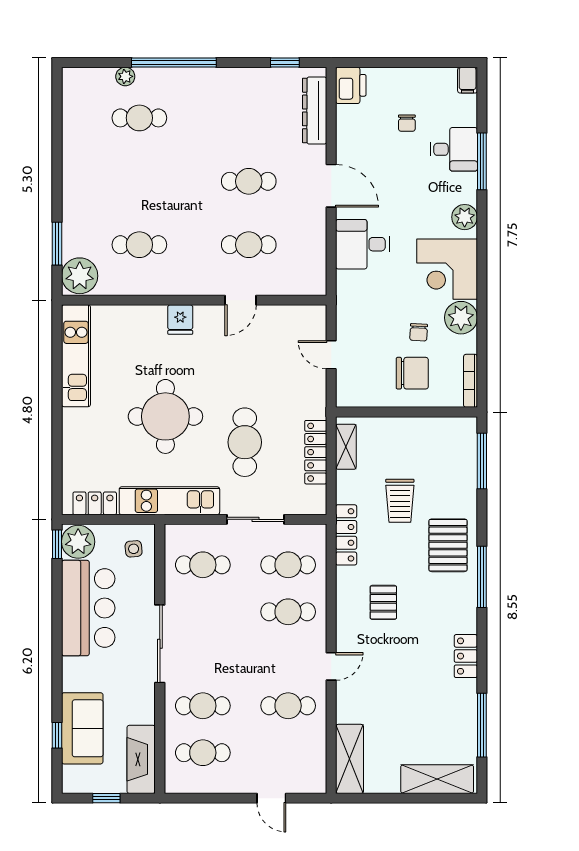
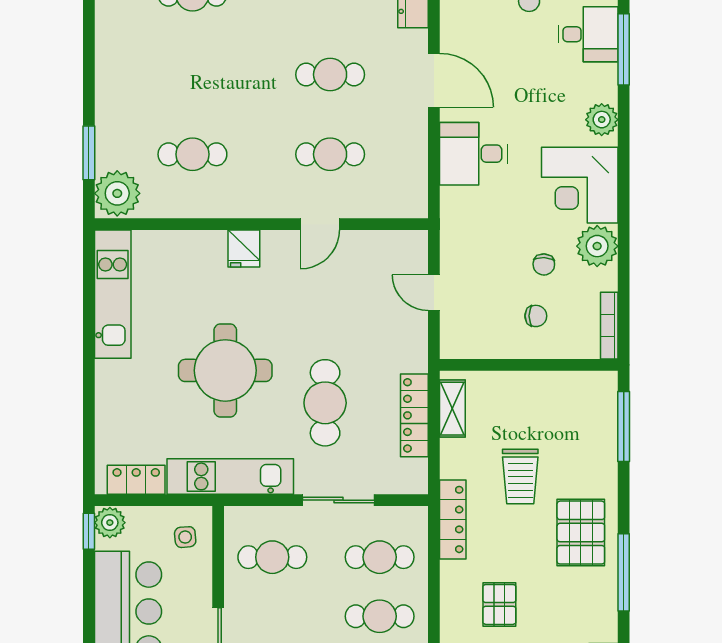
chair: (412, 373) -> (536, 316), width x0.54, depth x0.54
plant: (78, 542) -> (110, 523), width x0.73, depth x0.73

